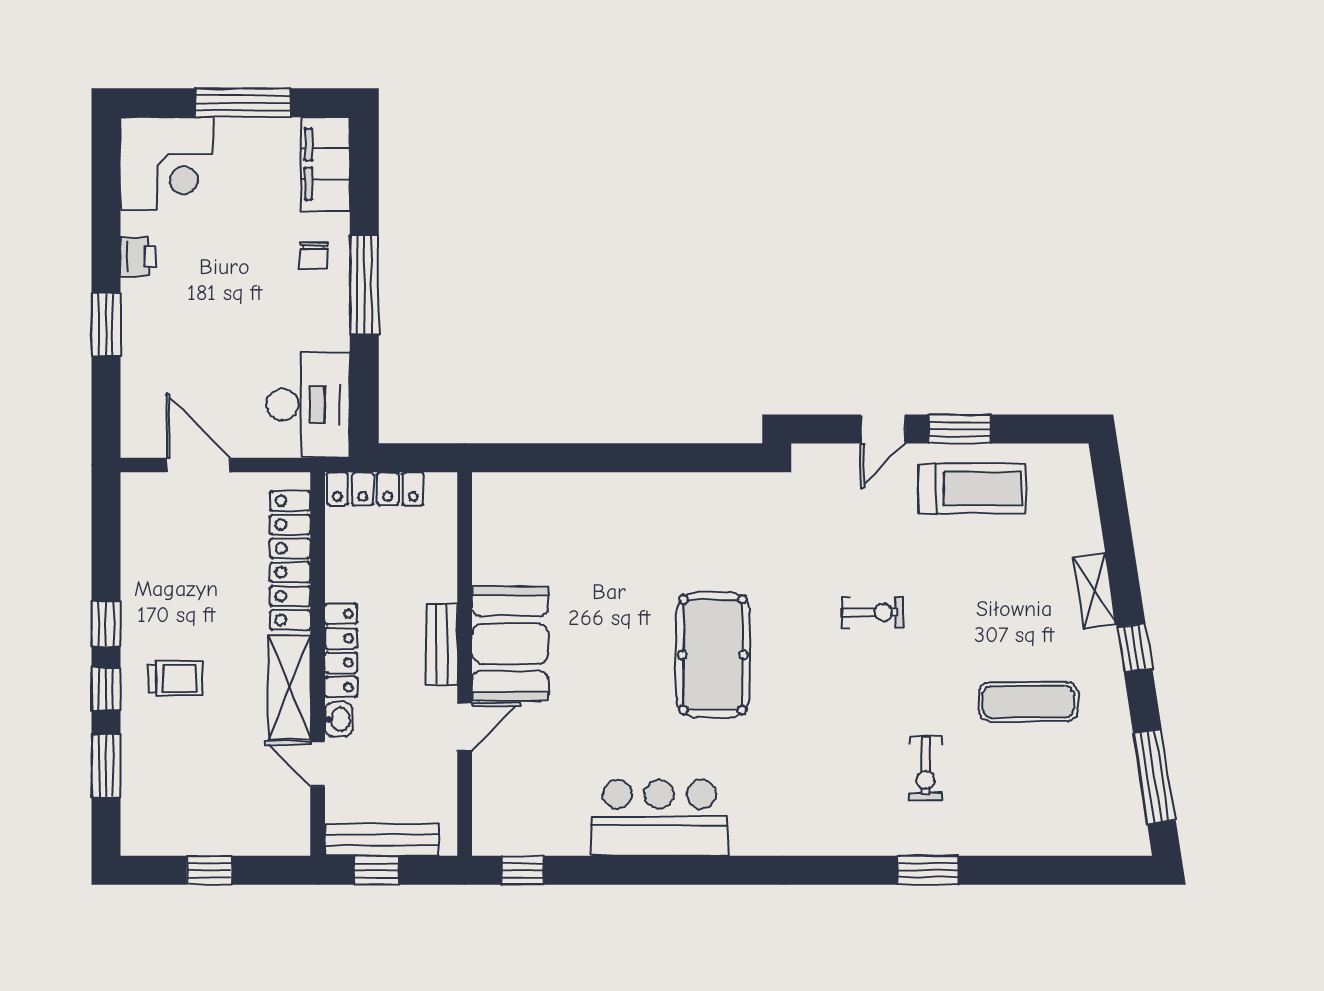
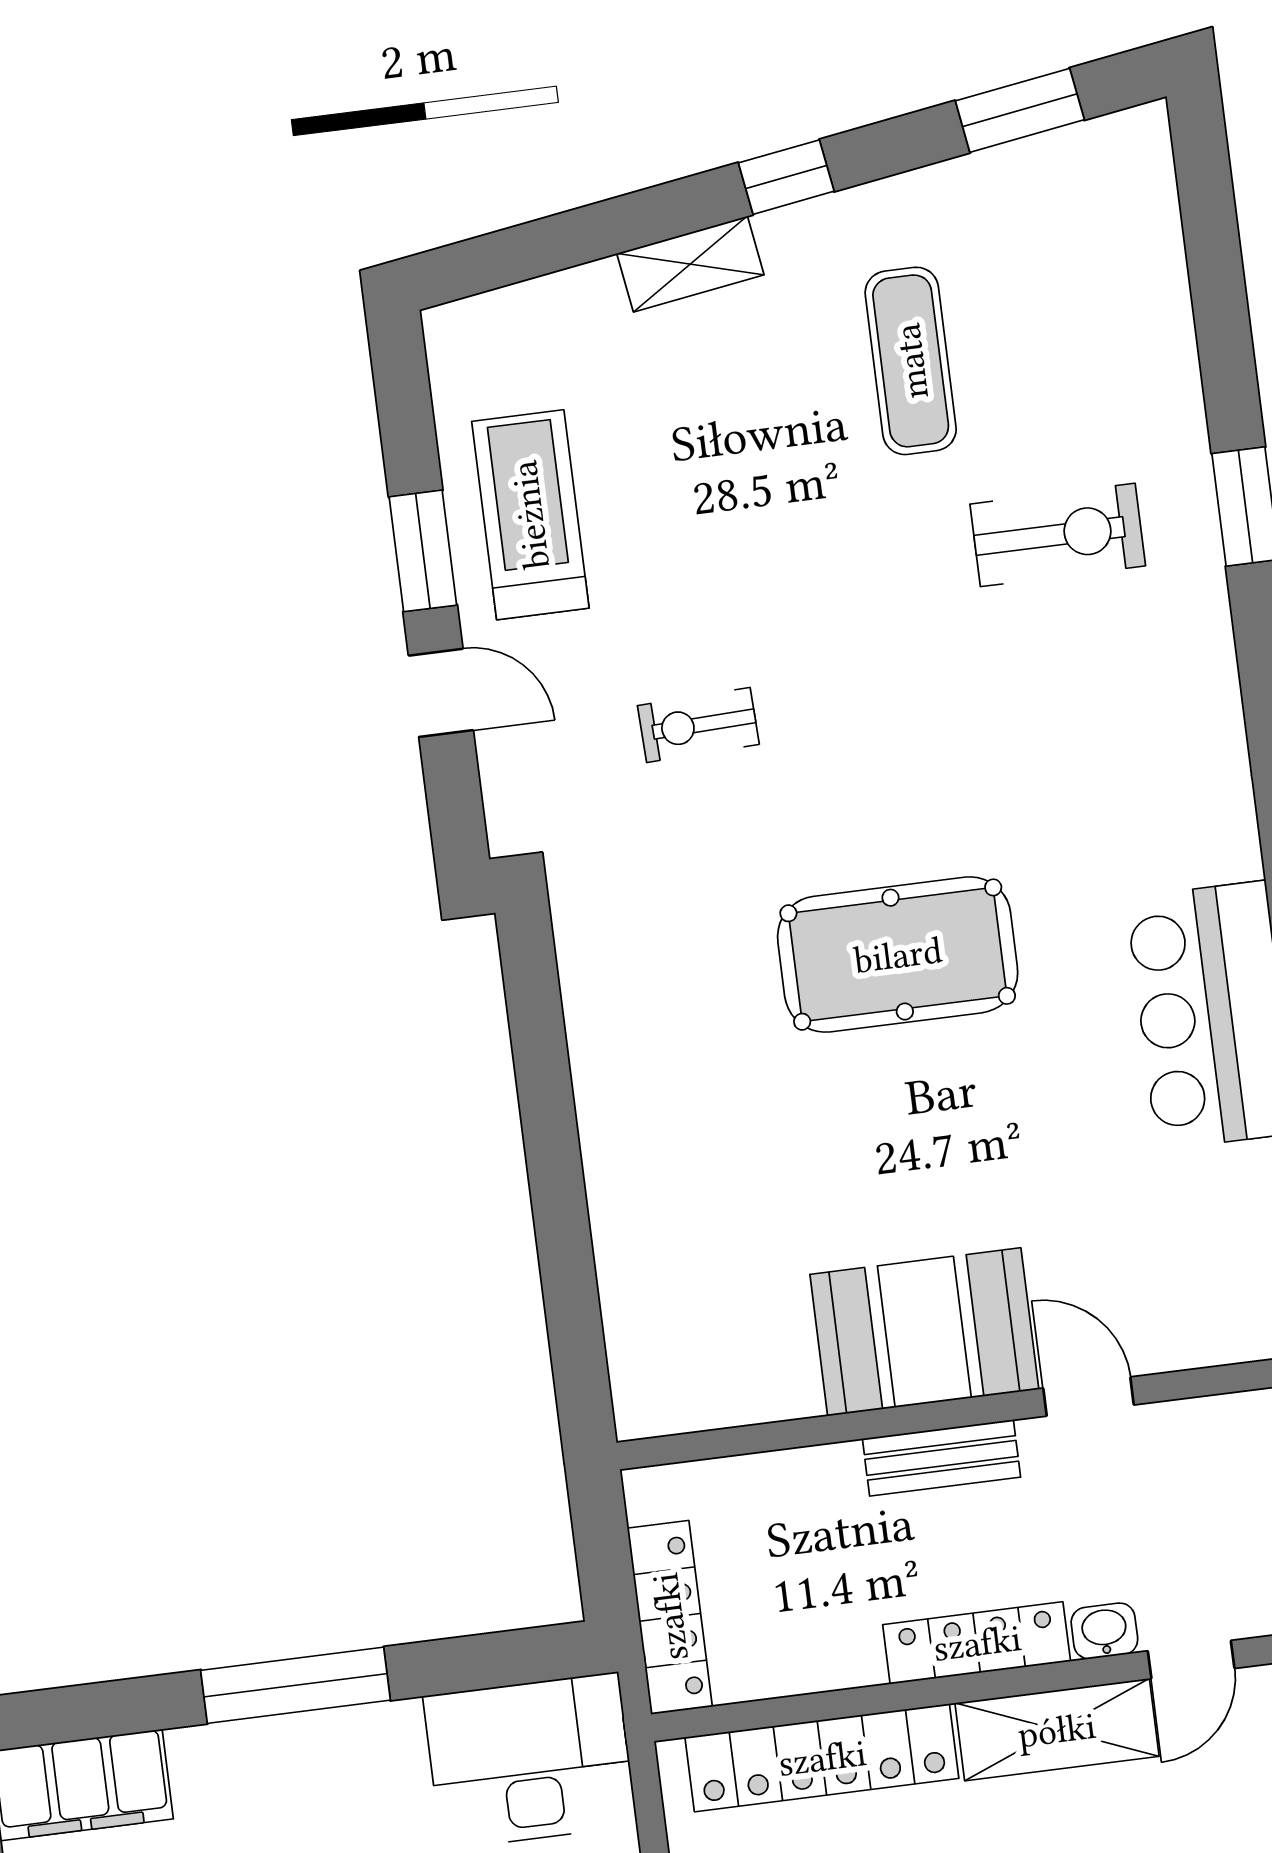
chair: (314, 256) -> (253, 1786), removed
exercise bike: (872, 612) -> (698, 725), moved, turned -92
exercise bike: (926, 768) -> (1058, 535), width x1.38, depth x1.39
window: (1154, 777) -> (1020, 110), width x0.69

